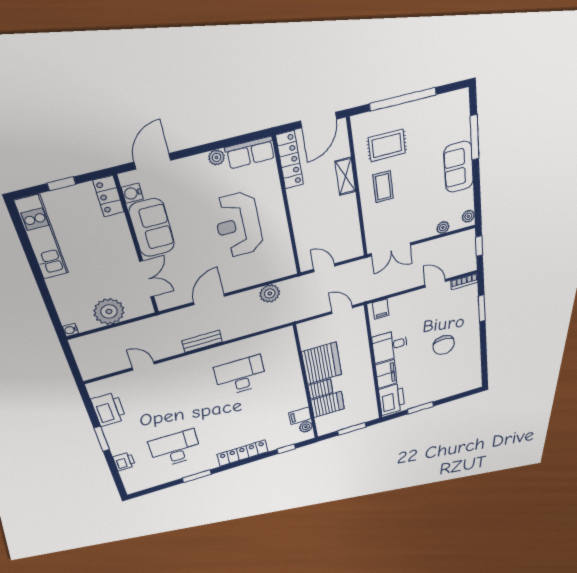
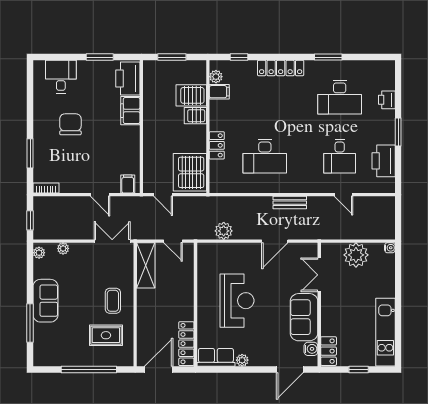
shelving: (345, 176) -> (146, 265), moved, width x1.50, depth x1.33
door: (435, 283) -> (100, 195), moved
desk: (390, 346) -> (61, 77), moved, turned -90
server rack: (322, 363) -> (190, 172), moved
locker: (293, 370) -> (217, 145), added
desk: (159, 399) -> (340, 156), added

